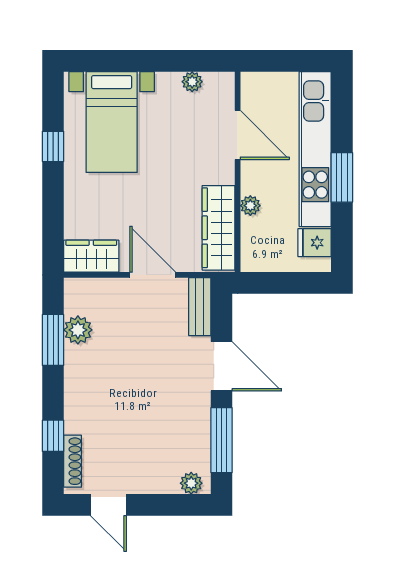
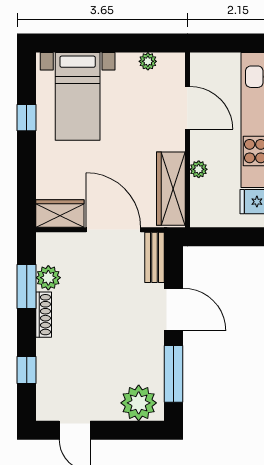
door: (153, 275) -> (113, 230), width x1.36
shoe rack: (73, 461) -> (44, 315), moved
plant: (191, 483) -> (139, 403), width x1.88, depth x1.88

